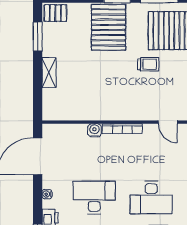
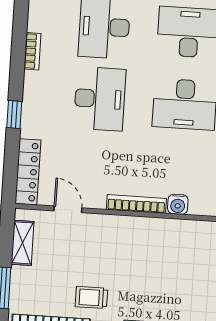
desk: (151, 198) -> (100, 99), turned 90

